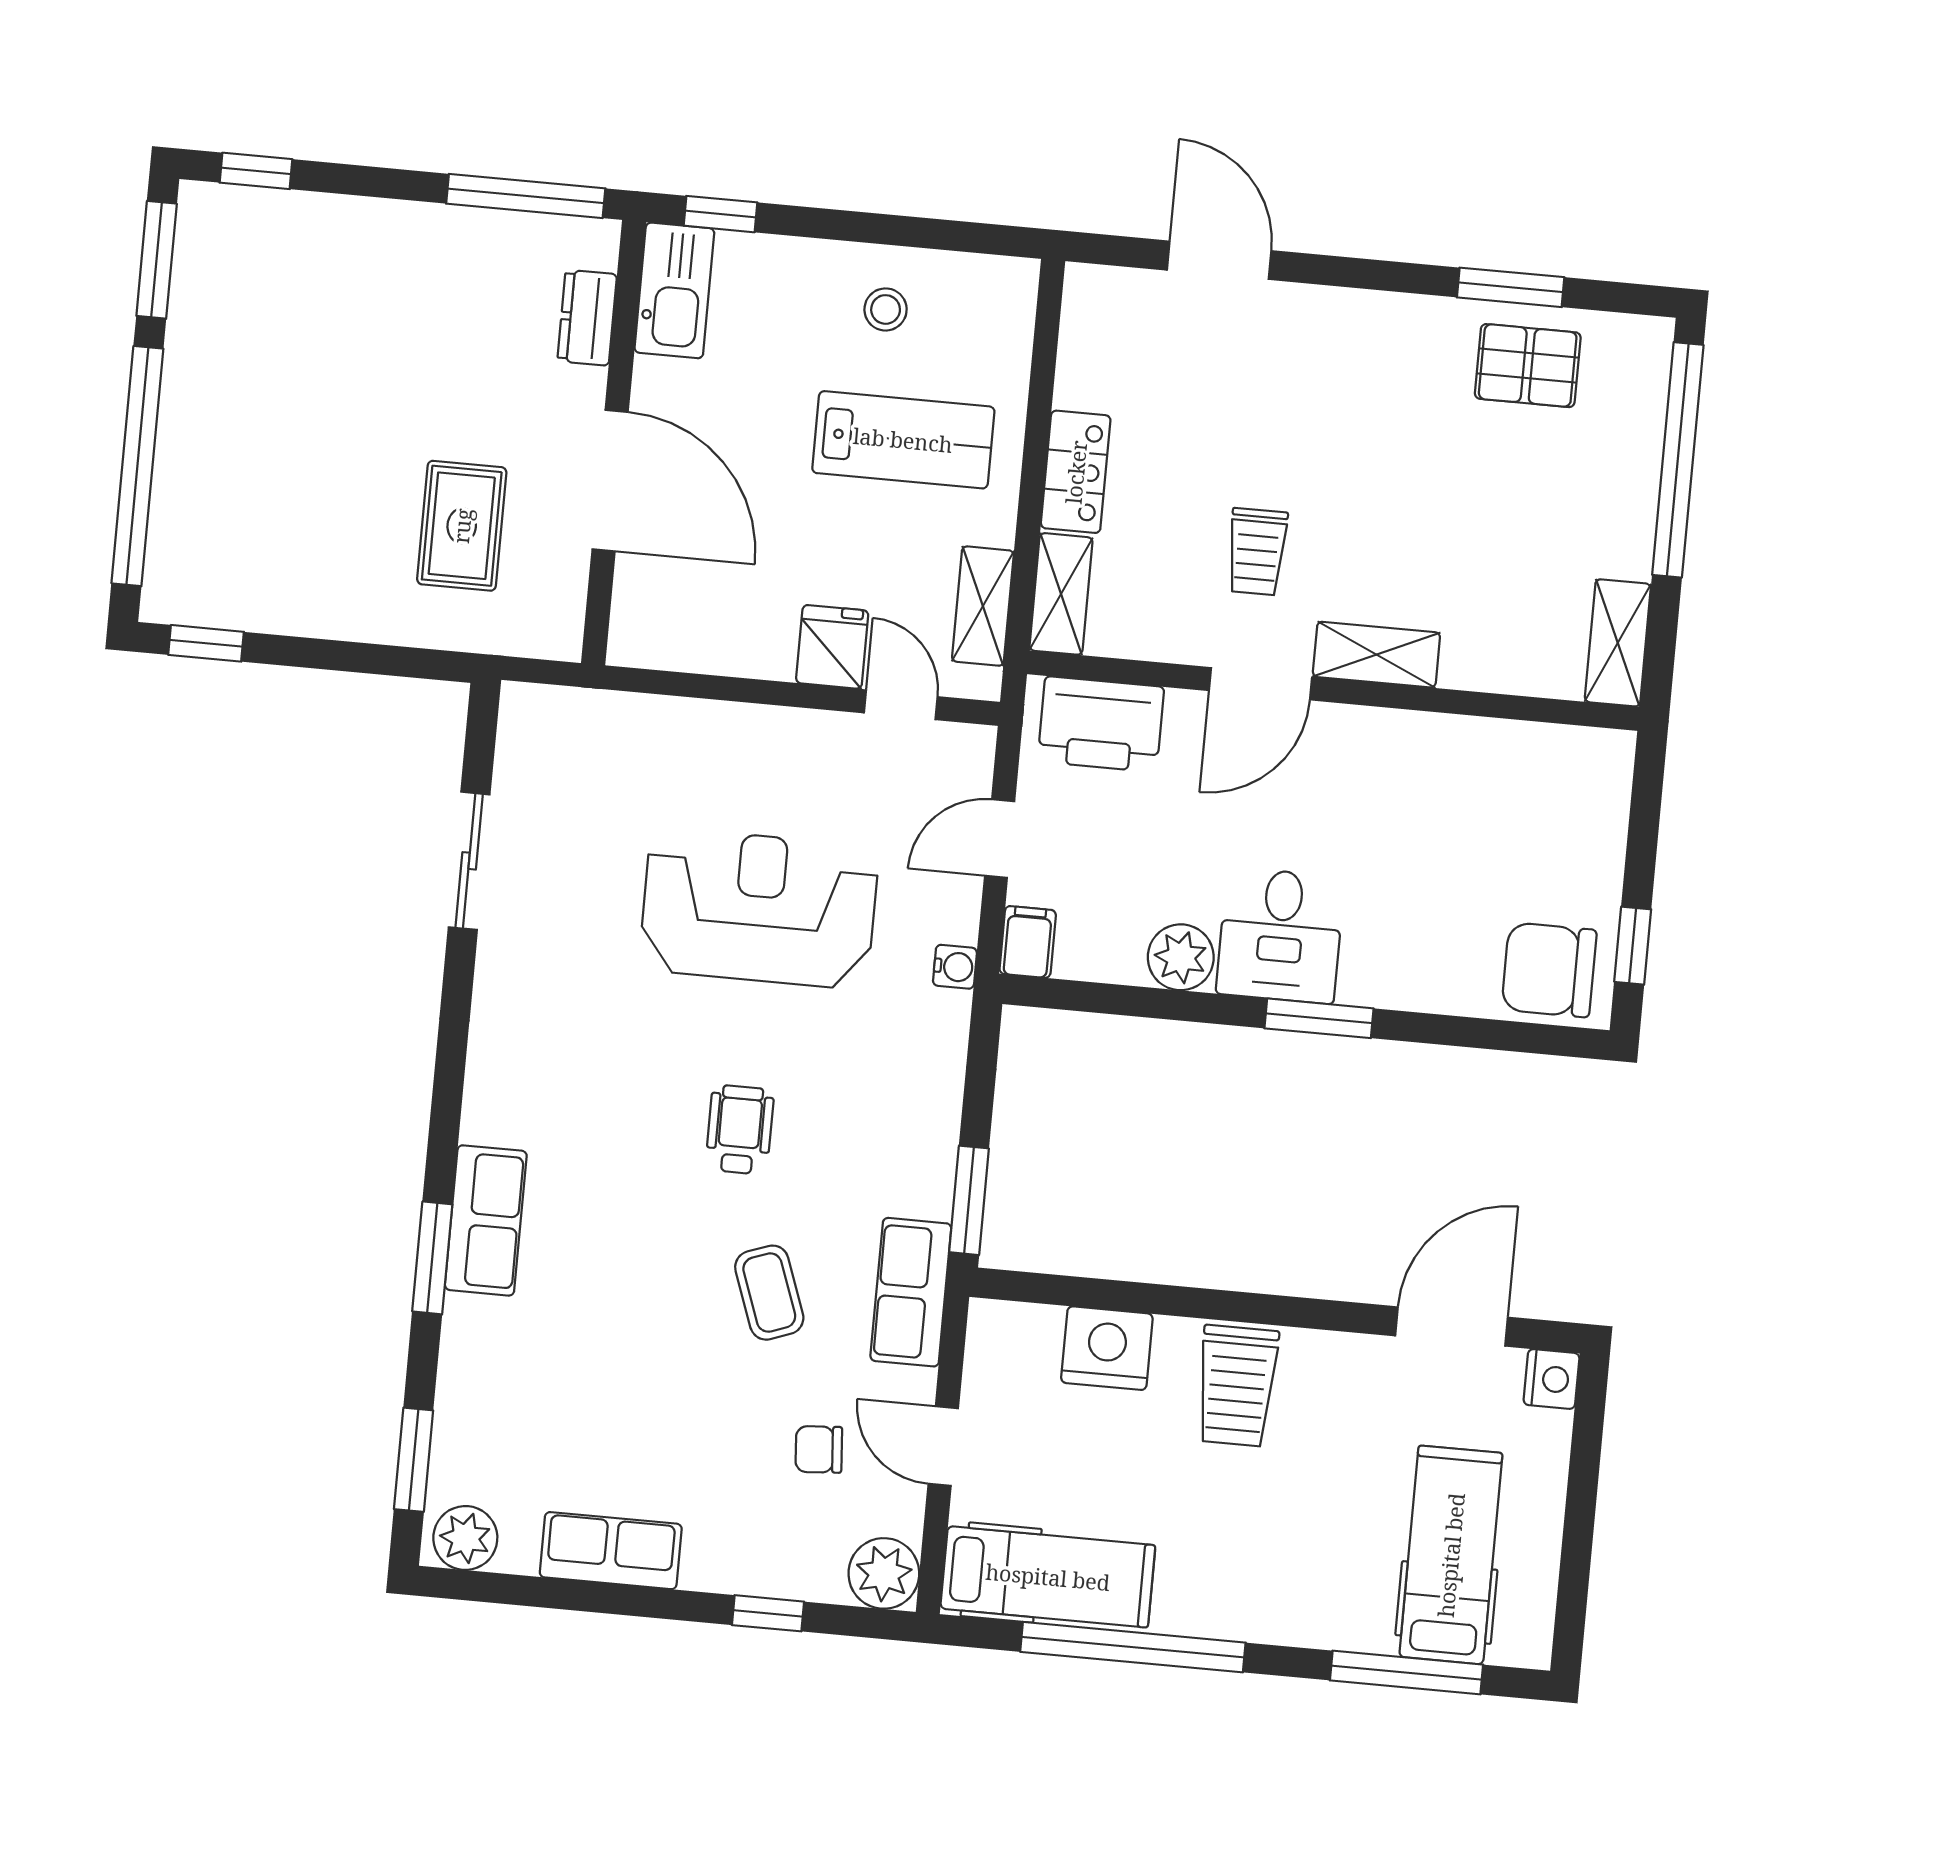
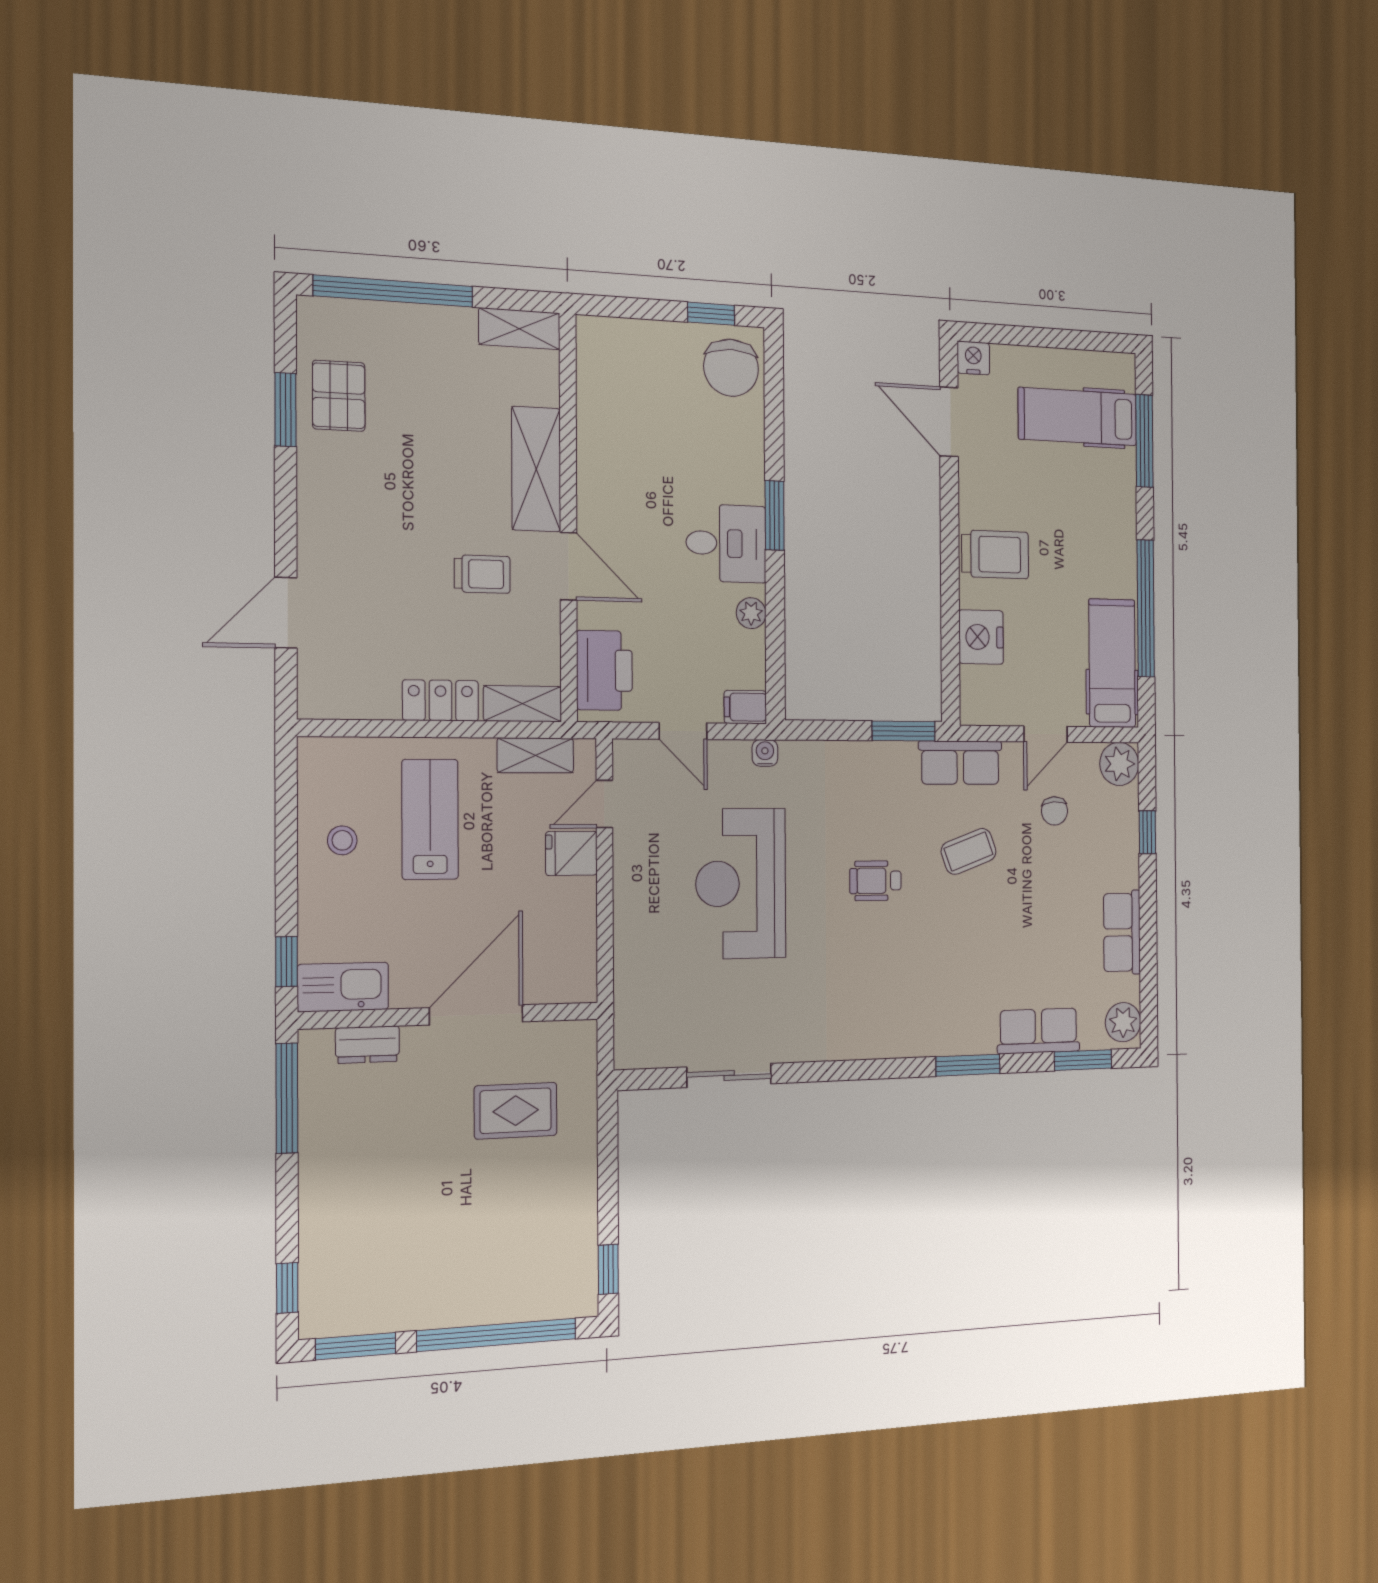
shelving: (1376, 655) -> (536, 469), width x1.50, depth x1.33
plant: (1181, 957) -> (751, 613), width x0.73, depth x0.73
row of seats: (486, 1220) -> (1038, 1031), moved

